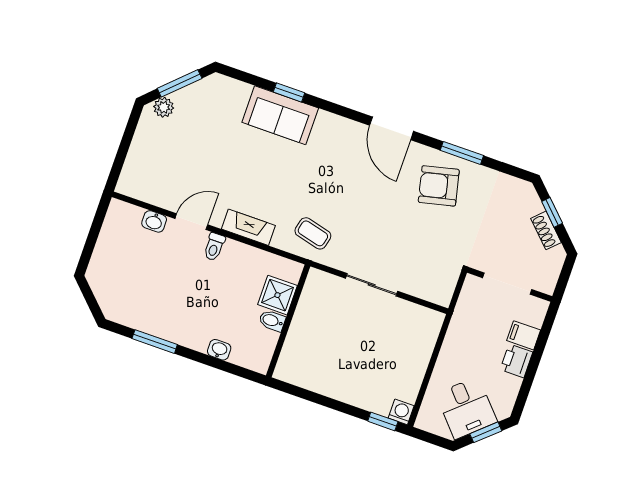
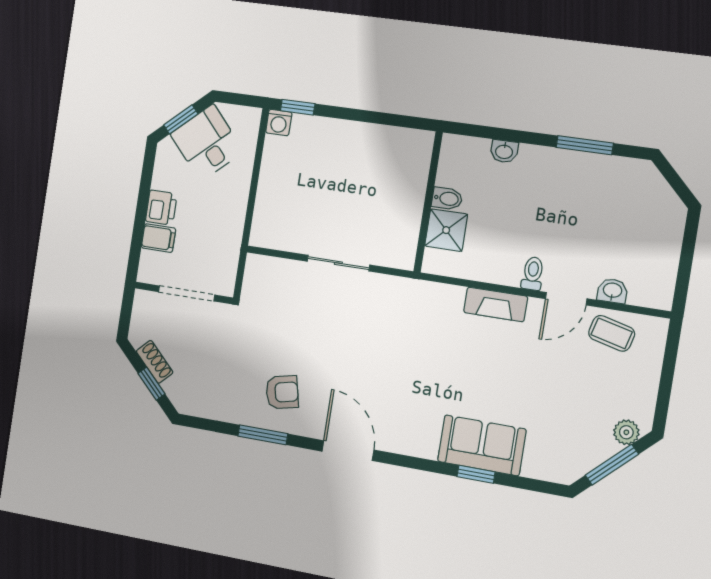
armchair: (439, 186) -> (282, 392), width x0.72, depth x0.72
coffee table: (313, 233) -> (612, 333), moved

